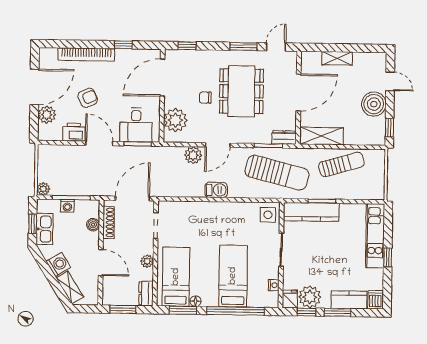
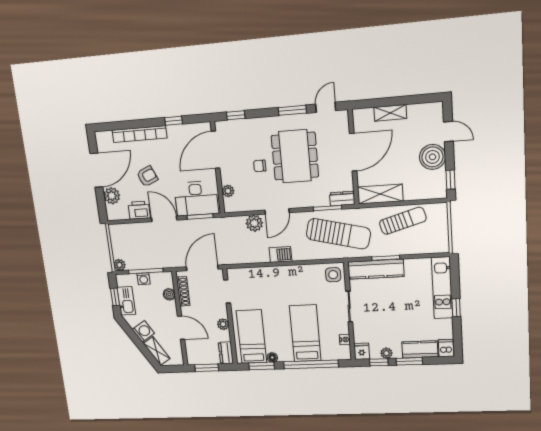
plant: (175, 120) -> (228, 191), width x0.53, depth x0.53
desk: (136, 125) -> (196, 198), width x1.37
plant: (310, 297) -> (386, 353), width x0.53, depth x0.53

